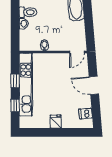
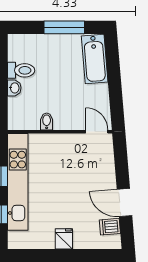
door: (77, 52) -> (97, 132), swing flipped
door: (94, 85) -> (124, 202), moved

